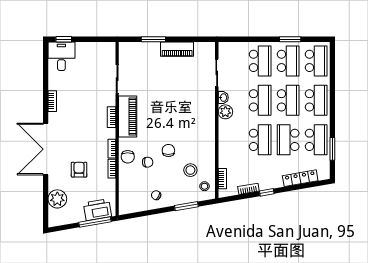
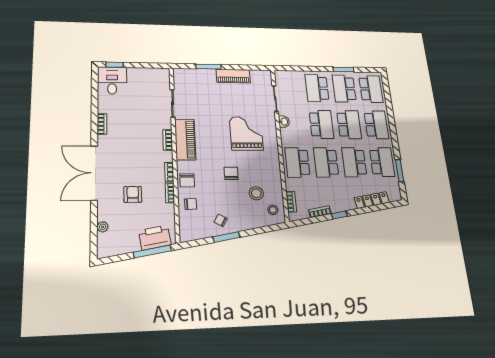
school desk: (260, 61) -> (317, 88), turned 180
school desk: (288, 61) -> (344, 89), turned 180
grand piano: (186, 110) -> (246, 133), added
plant: (225, 112) -> (288, 135), removed
school desk: (232, 140) -> (297, 162), added
school desk: (260, 140) -> (326, 162), turned 180
chair: (148, 162) -> (191, 204), moved
plant: (57, 199) -> (103, 227), width x0.53, depth x0.53
window: (186, 206) -> (226, 237), moved

